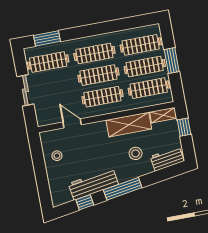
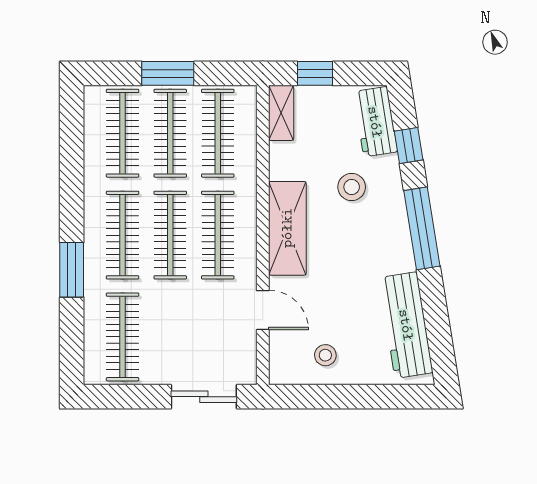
window: (47, 38) -> (72, 270), moved
sliding door: (25, 90) -> (204, 397), moved
door: (72, 123) -> (263, 310), swing flipped
shelving: (129, 125) -> (287, 228), moved
workbench: (93, 184) -> (406, 325), moved
window: (85, 202) -> (409, 146), moved

